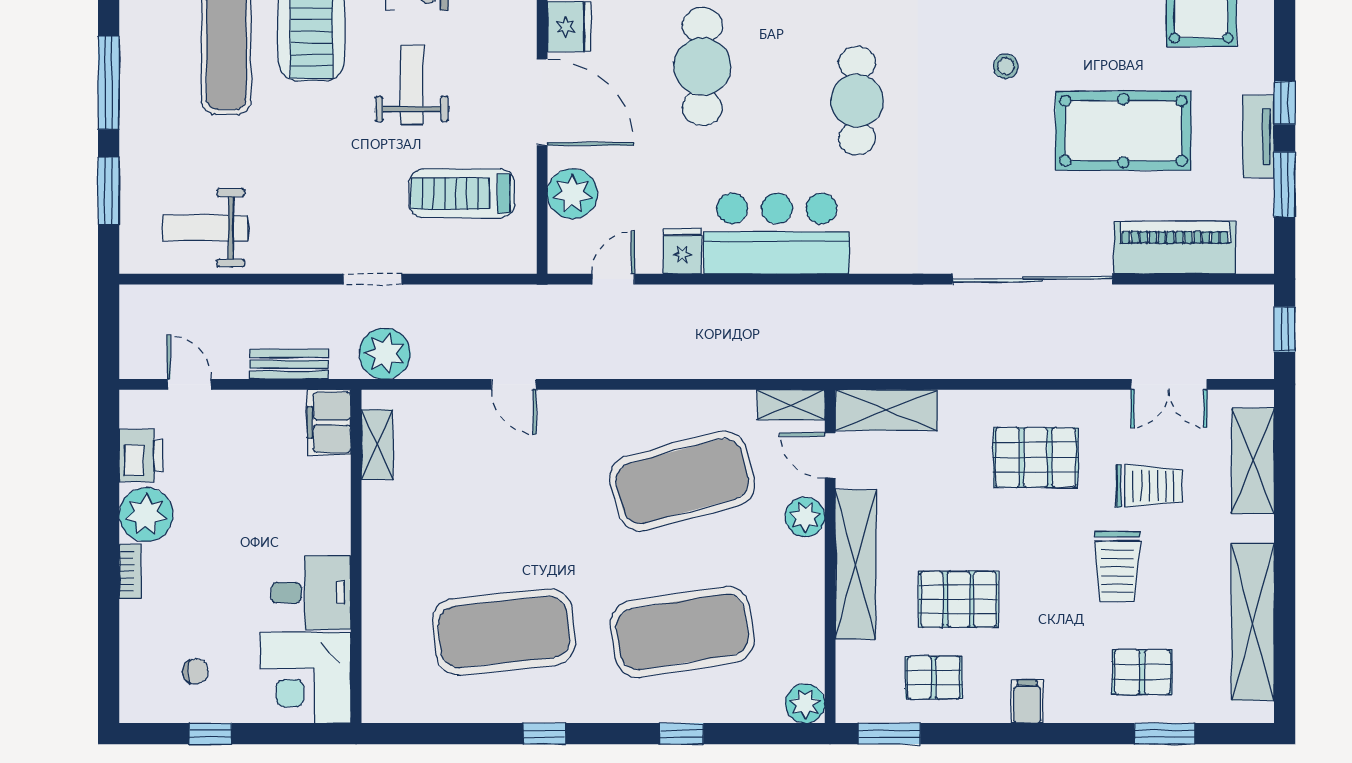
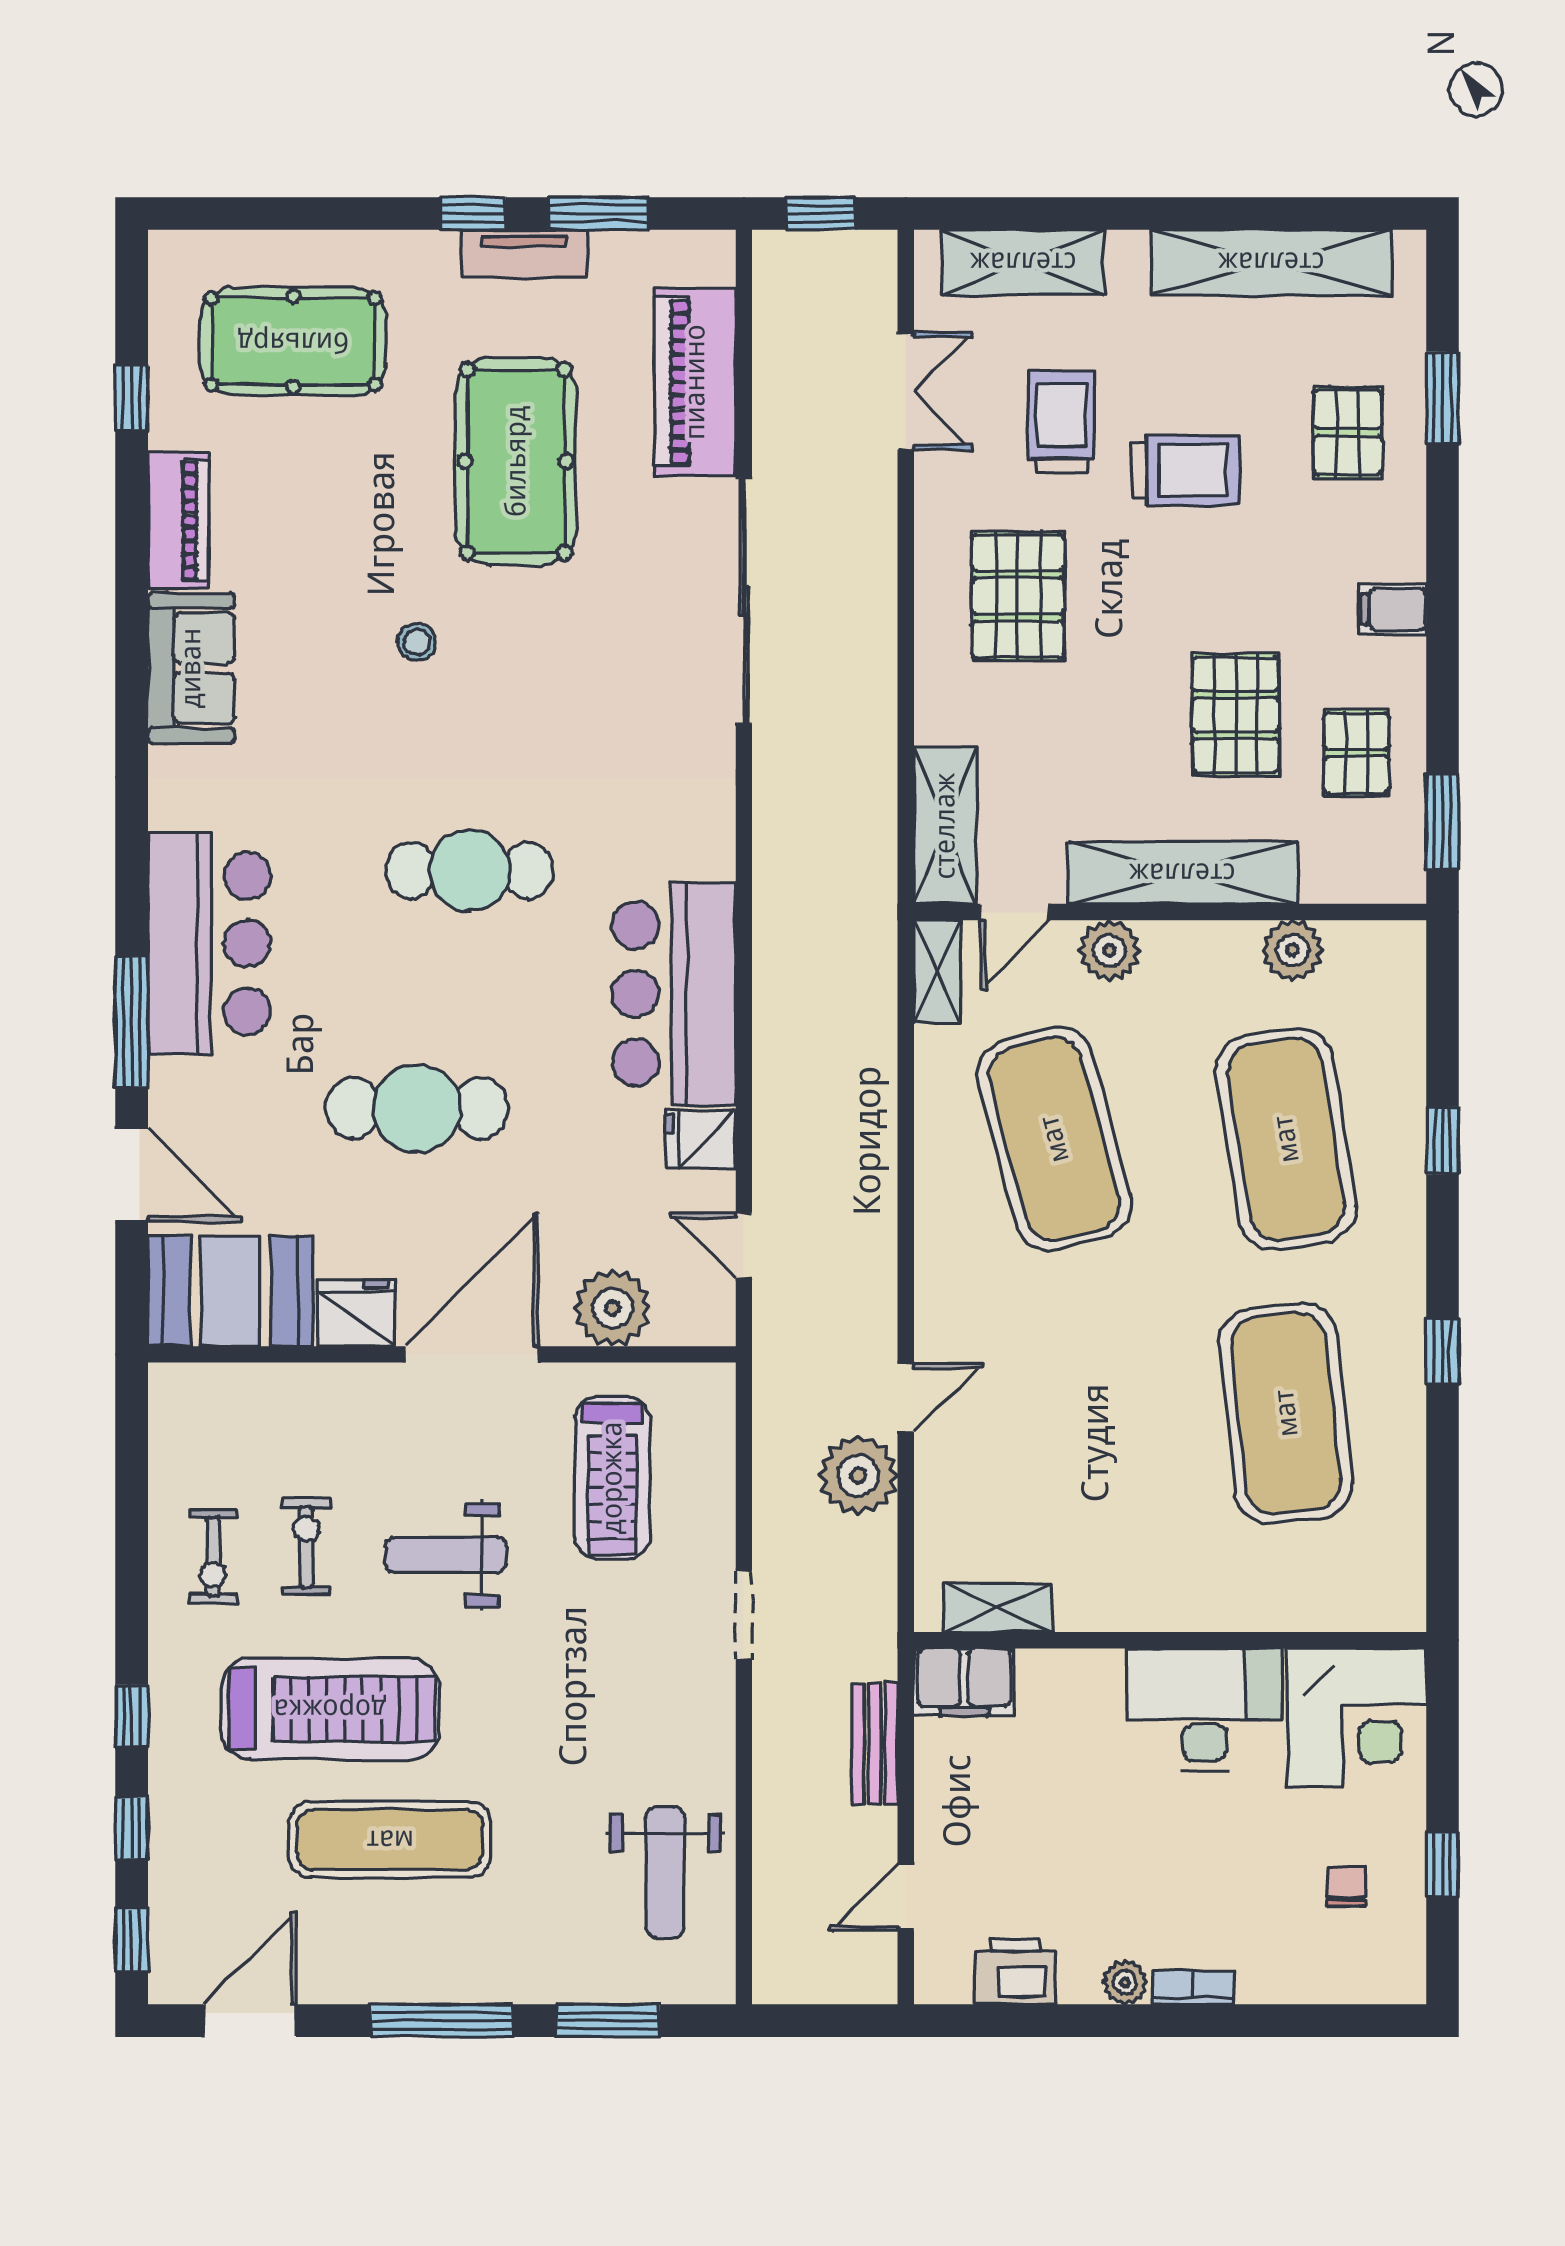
plant: (385, 354) -> (858, 1475), moved
plant: (146, 515) -> (1125, 1982), width x0.53, depth x0.53
desk: (311, 593) -> (1205, 1710), width x1.37
plant: (805, 704) -> (1293, 950), moved

